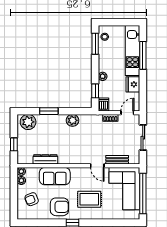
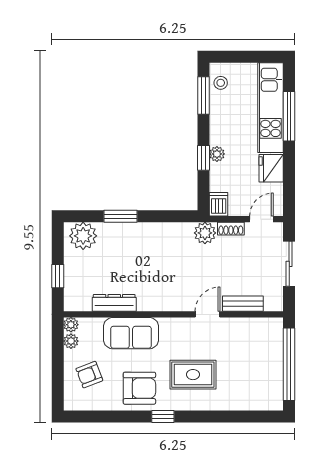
window: (95, 91) -> (203, 158), moved
plant: (73, 120) -> (205, 233), moved
door: (97, 166) -> (208, 314), swing flipped
corner sofa: (124, 189) -> (256, 356), removed

